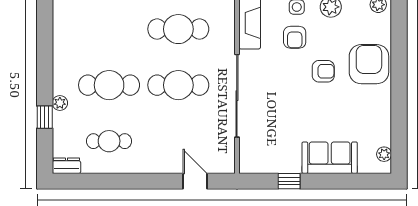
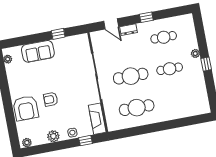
armchair: (295, 37) -> (70, 115), removed
cafe table: (109, 85) -> (170, 69), width x0.73, depth x0.74
window: (45, 117) -> (206, 64), moved
dresser: (66, 166) -> (128, 30), moved
window: (132, 181) -> (146, 17), added

